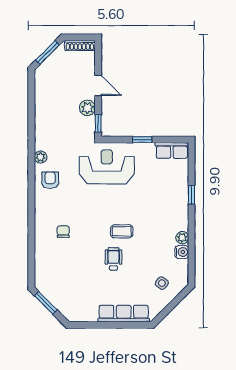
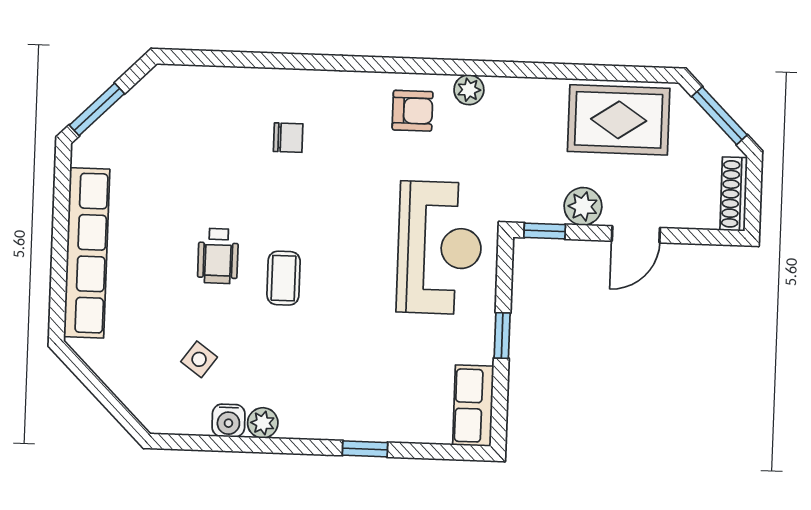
rug: (51, 94) -> (619, 120), added
wheelchair: (114, 259) -> (218, 256), turned 90
side table: (162, 283) -> (199, 359), moved
window: (46, 303) -> (97, 109), moved
row of seats: (124, 314) -> (87, 253), width x1.36

